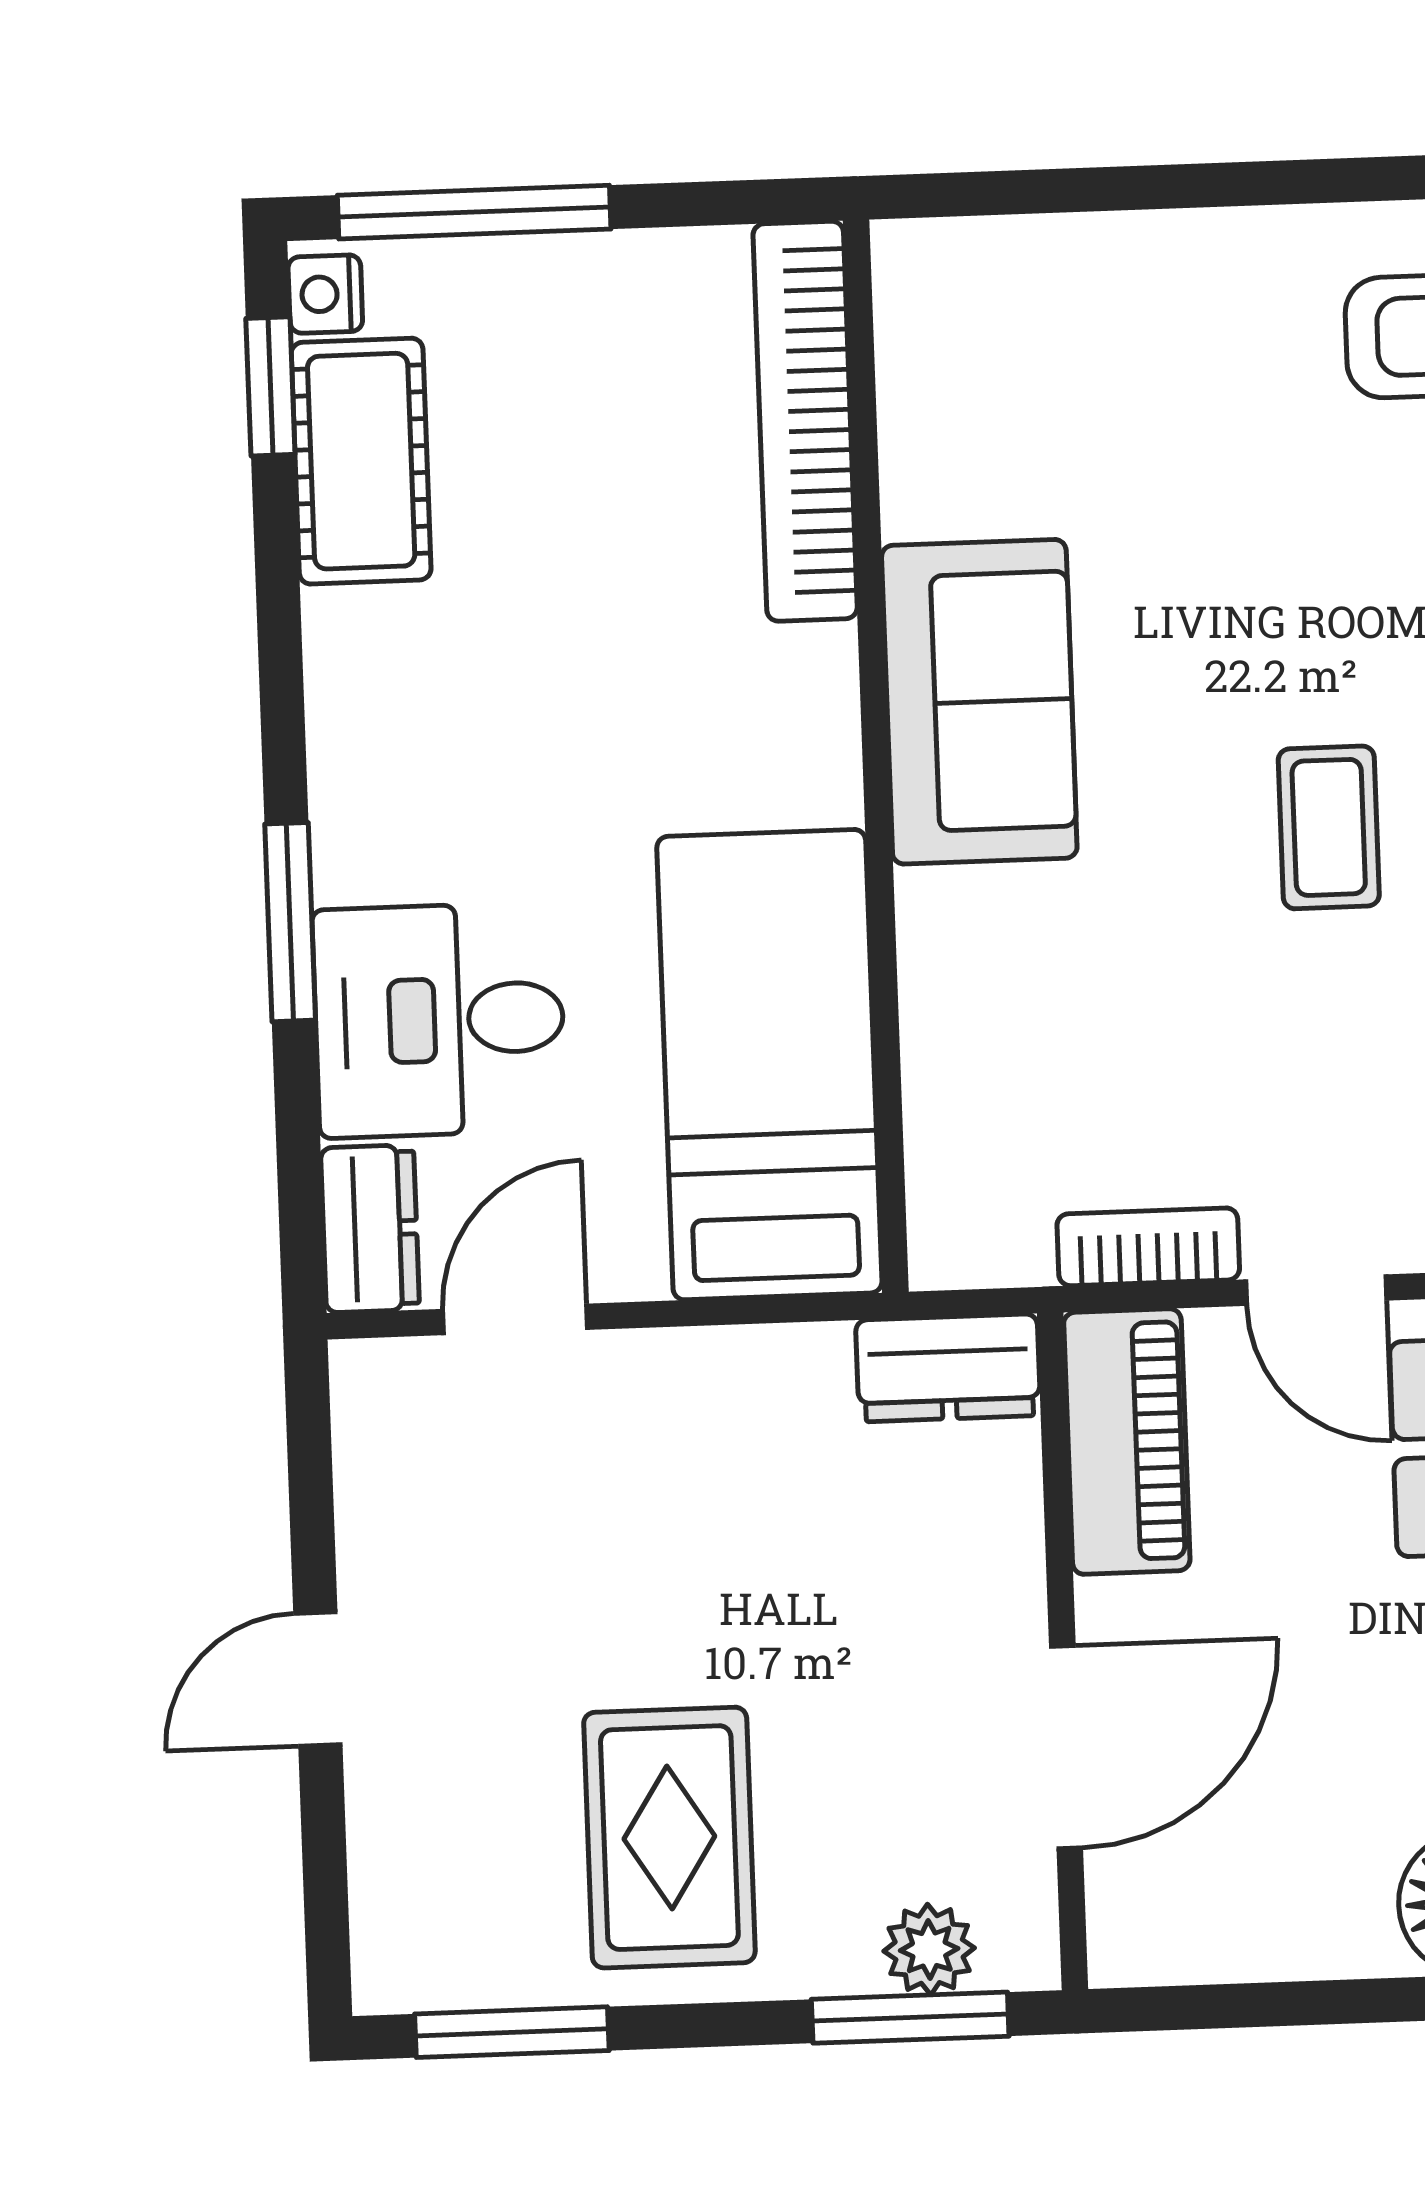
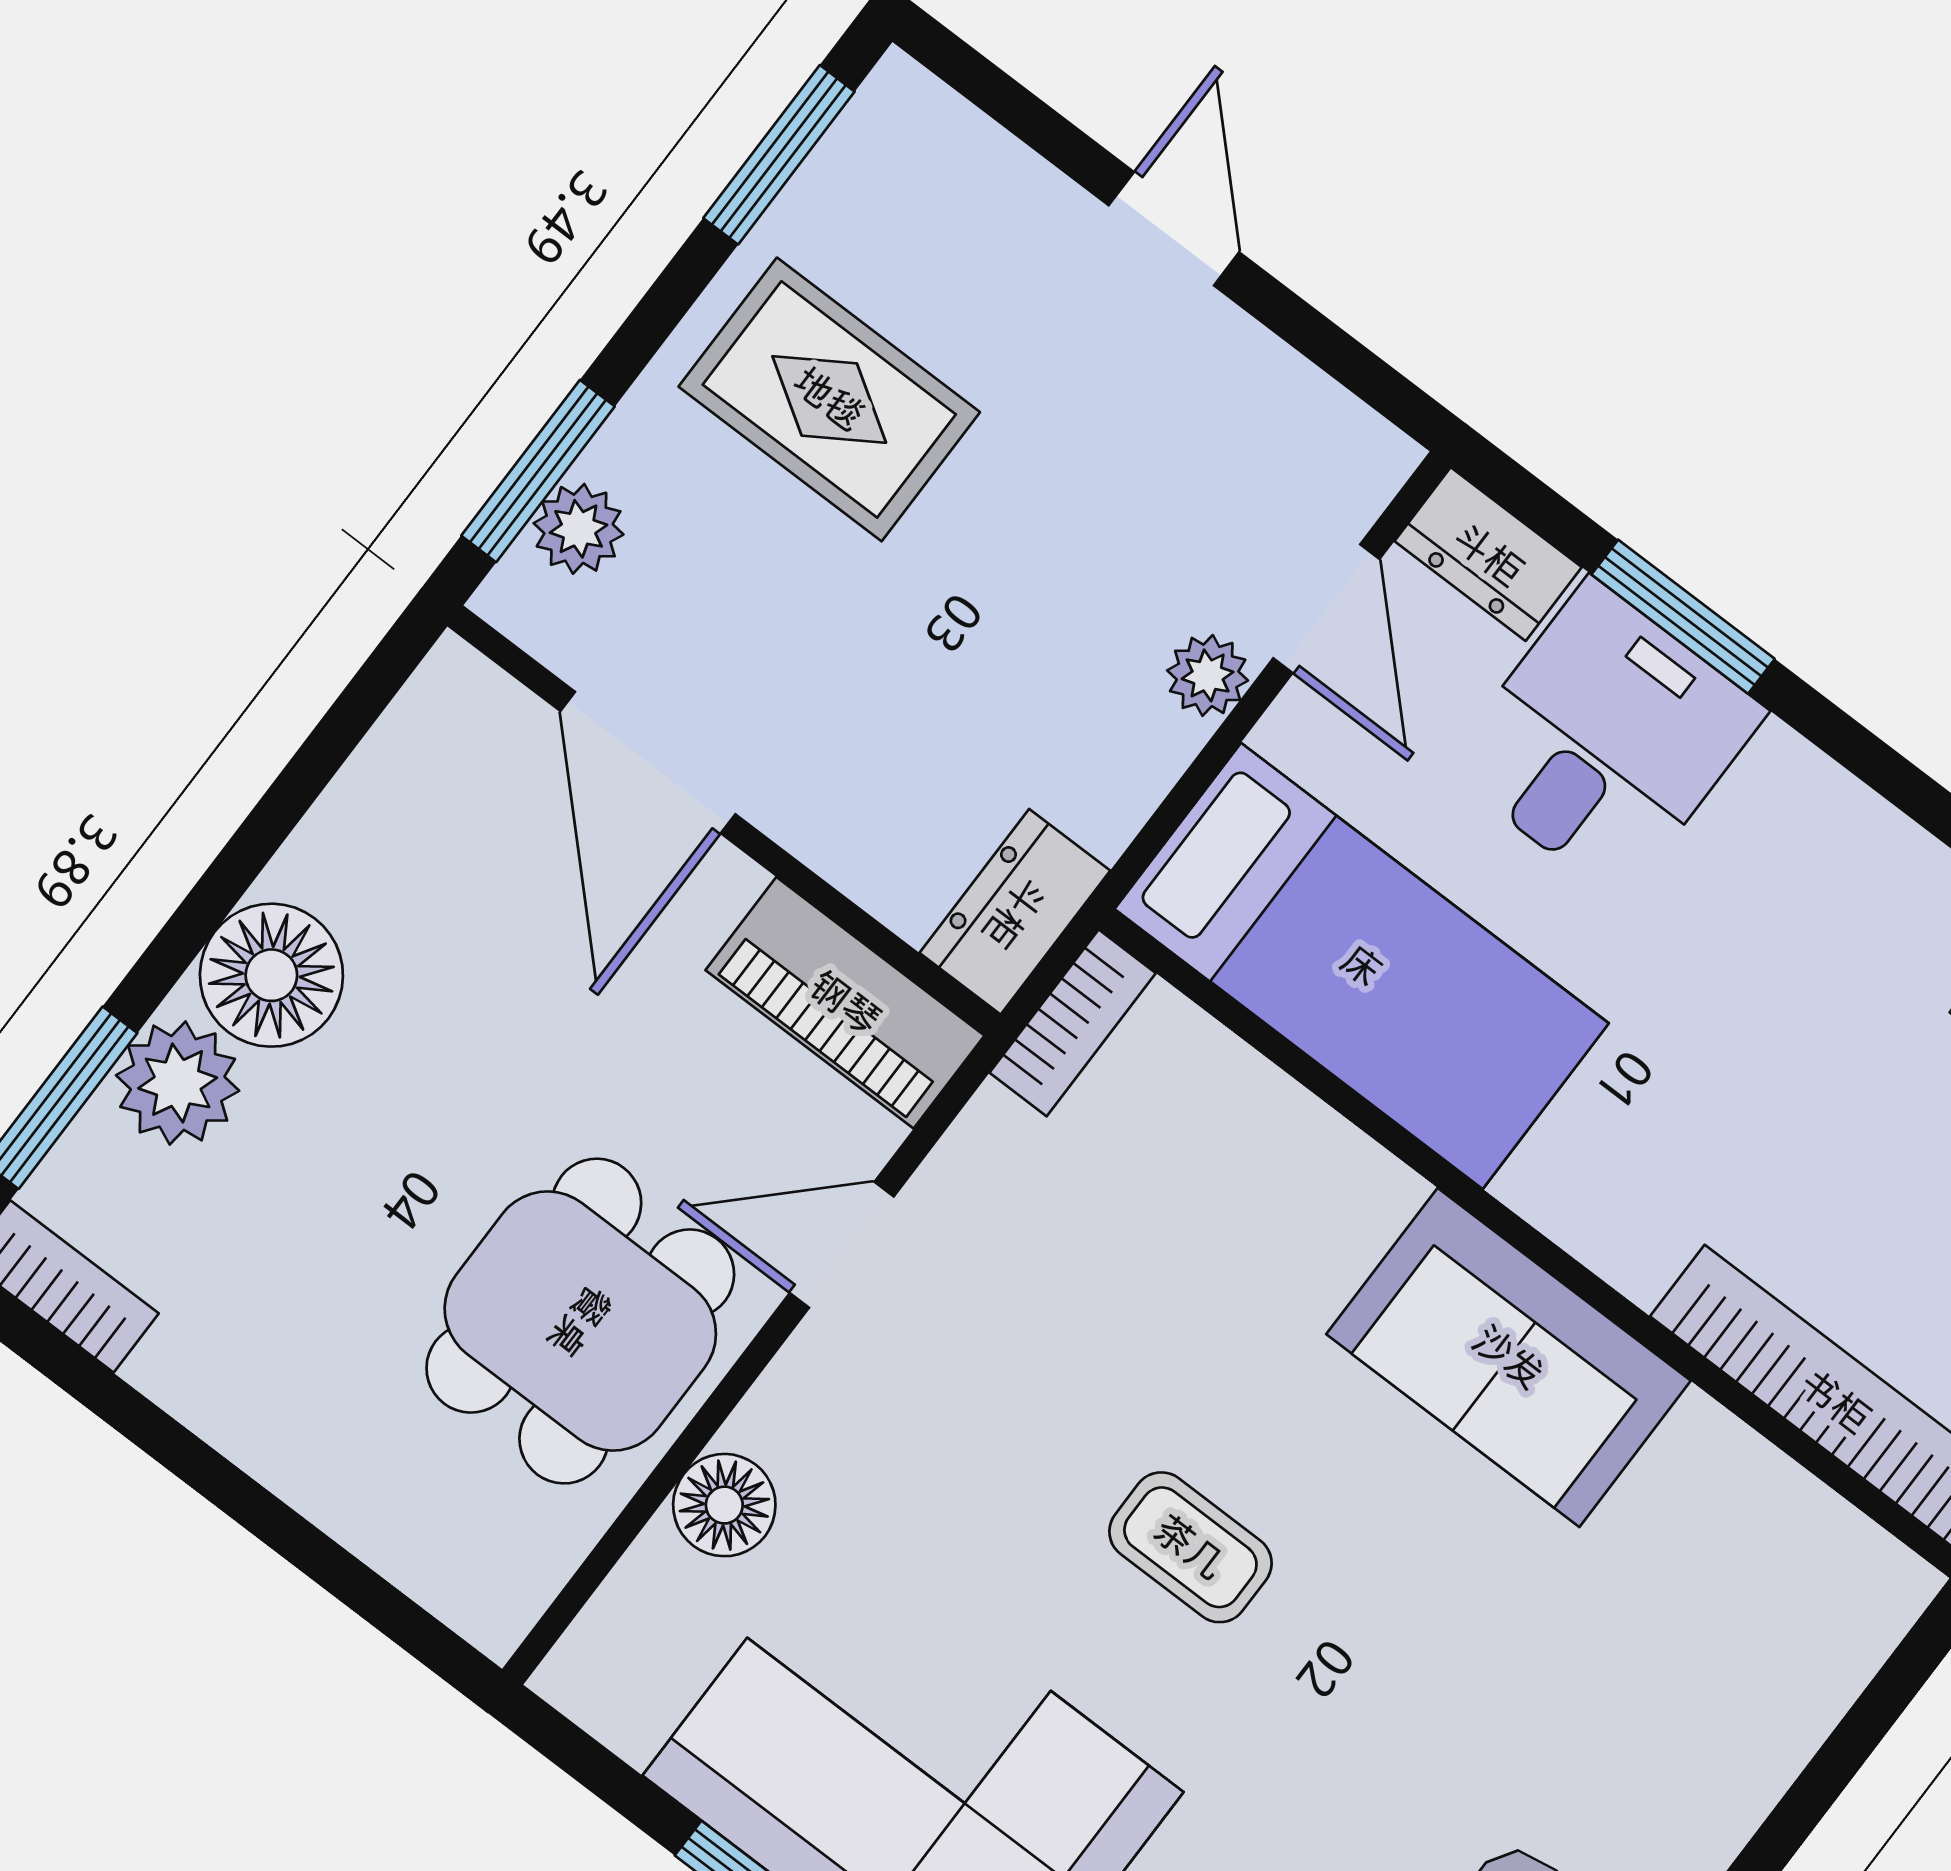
window: (290, 922) -> (1683, 617), moved
bookcase: (1148, 1247) -> (1073, 1023), moved
plant: (642, 1369) -> (1208, 675), added

